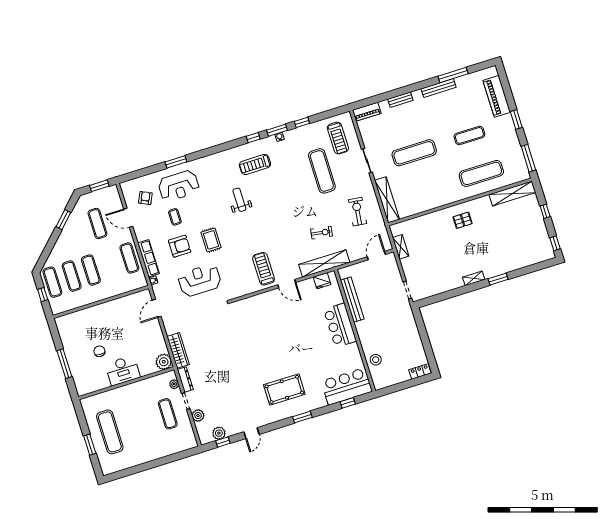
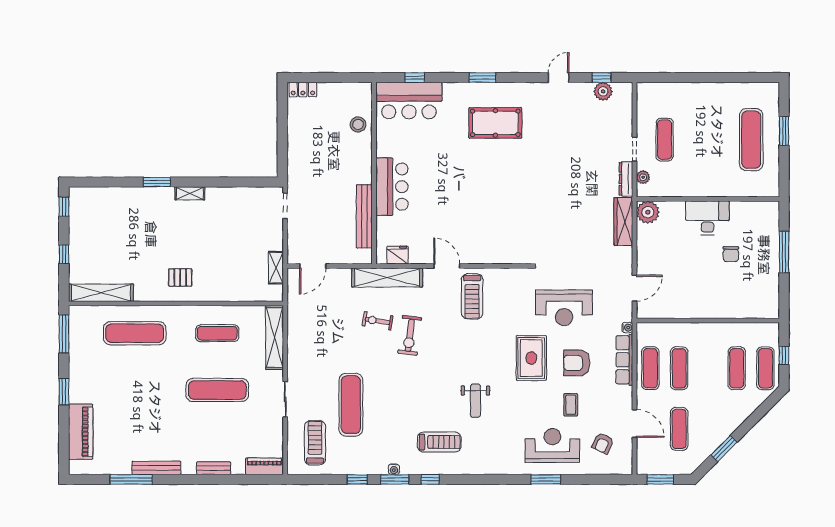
exercise mat: (469, 135) -> (217, 333), moved
exercise bike: (358, 212) -> (410, 335), moved
rug: (211, 240) -> (531, 358), width x1.36, depth x1.43
exercise mat: (91, 270) -> (679, 368), moved
plant: (198, 416) -> (624, 124), removed

